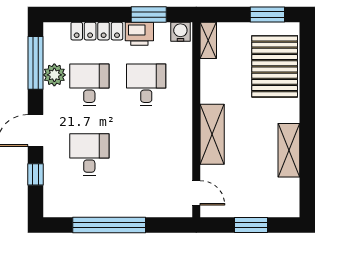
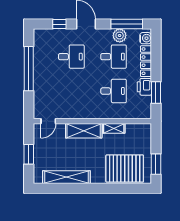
water cooler: (180, 32) -> (146, 38), moved
shelving: (208, 40) -> (114, 128), moved
shelving: (289, 150) -> (66, 177), width x1.47

